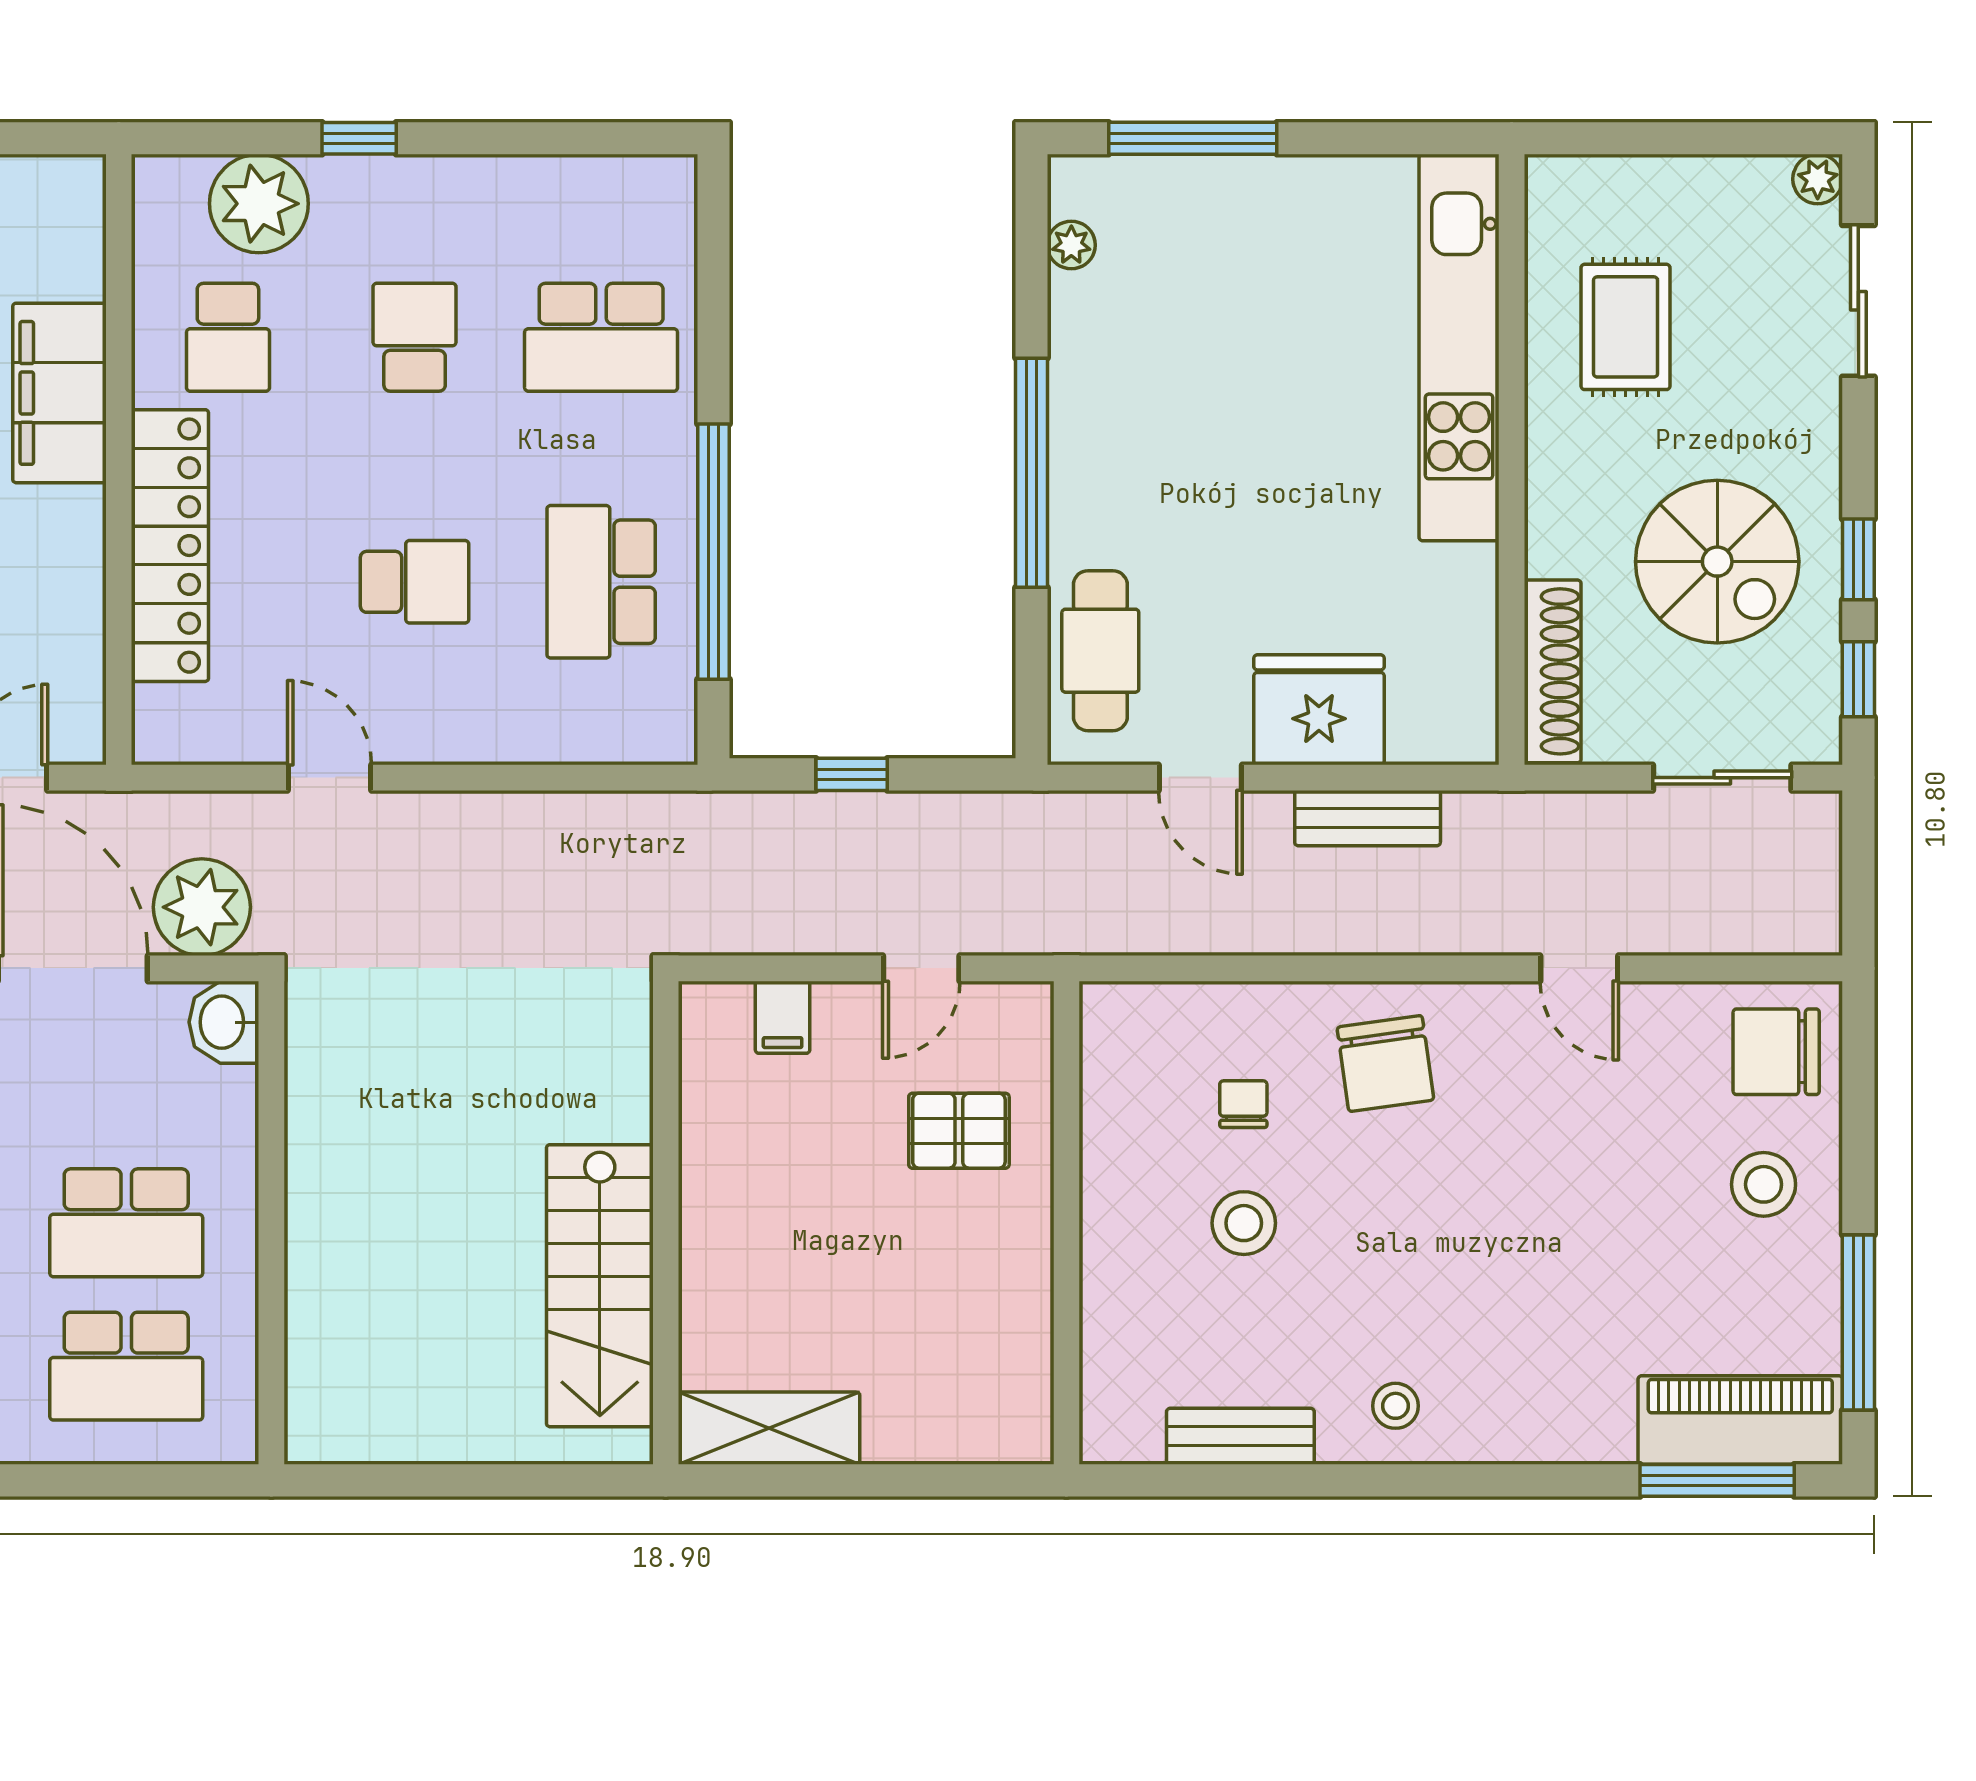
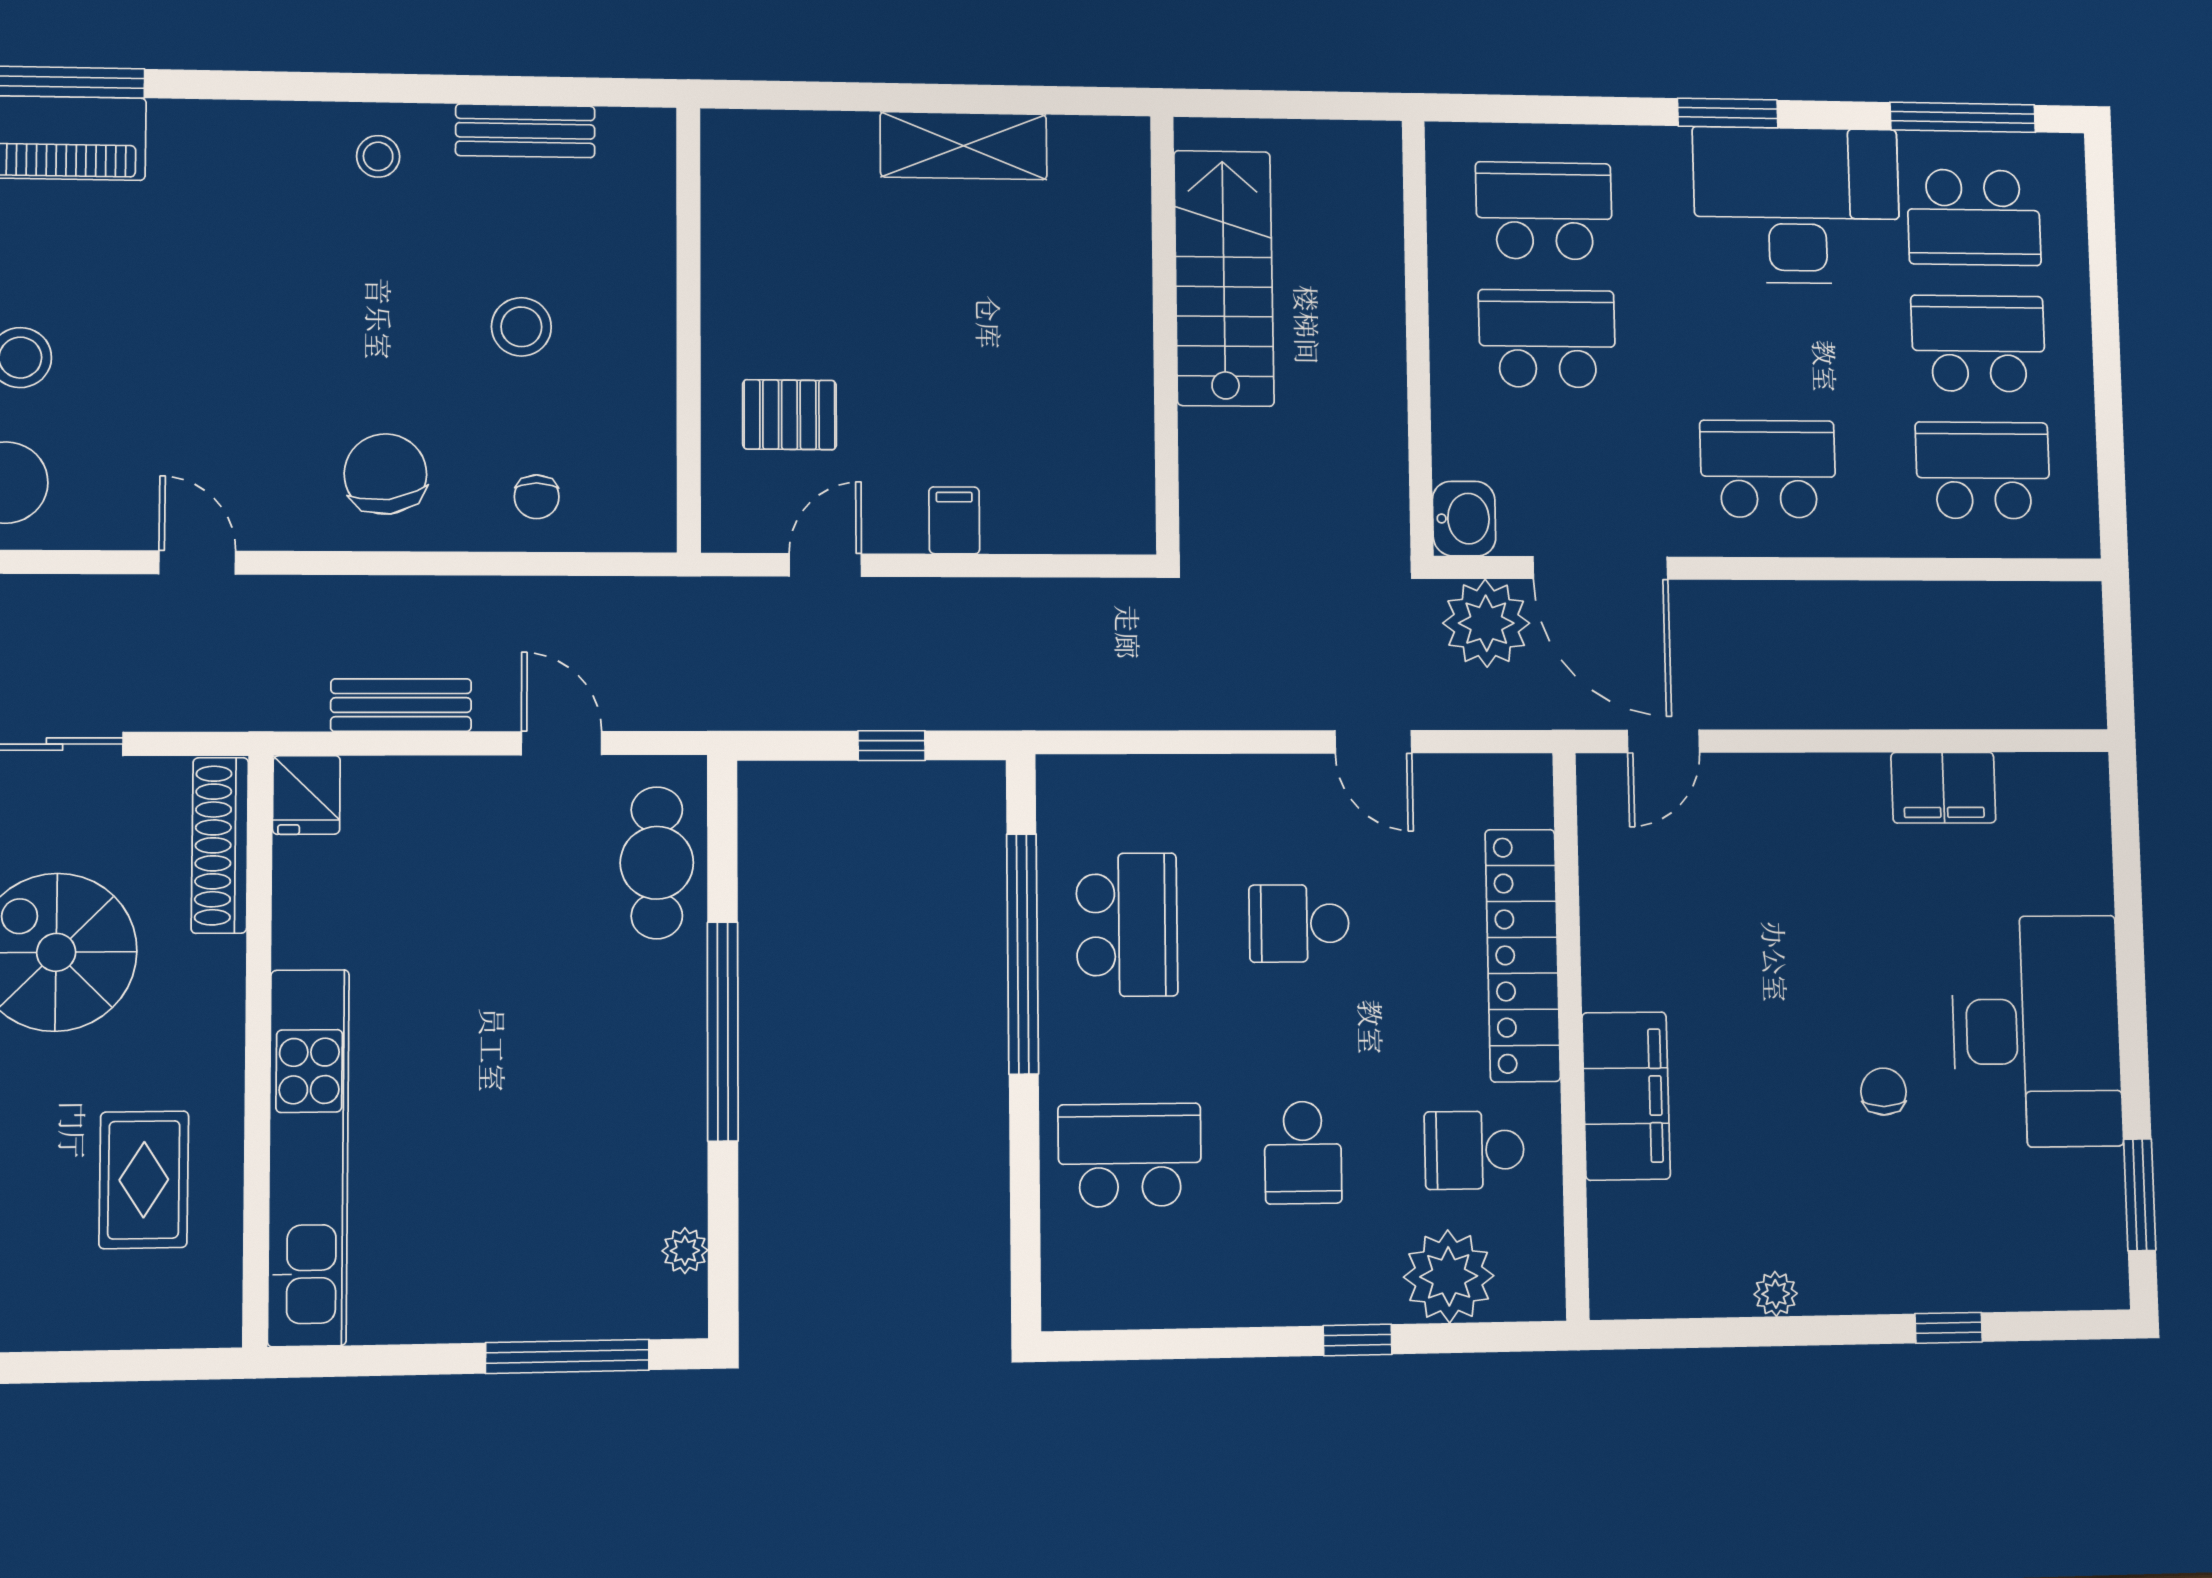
school desk: (228, 337) -> (1474, 1150), turned -90
fridge: (1319, 710) -> (306, 795), moved, width x0.53, depth x0.75
chair: (1243, 1104) -> (537, 497), moved
wall: (666, 1223) -> (1165, 334), moved
stairs: (600, 1286) -> (1224, 278), moved

